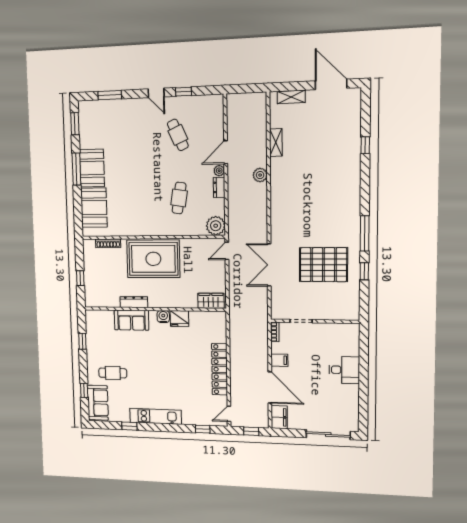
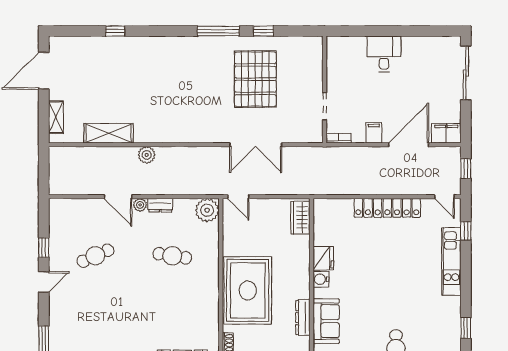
shelving: (276, 143) -> (109, 133), width x1.50, depth x1.33
kitchen unit: (156, 416) -> (451, 262), moved

